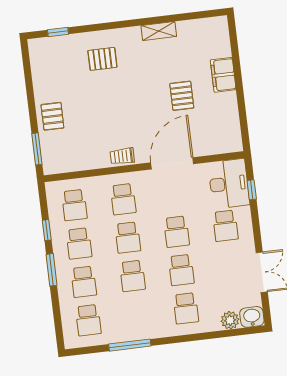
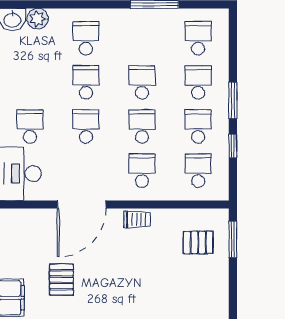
pallet: (52, 116) -> (198, 243), moved, turned 90

